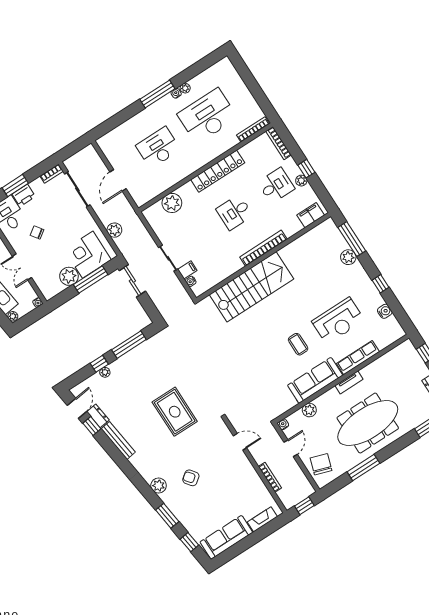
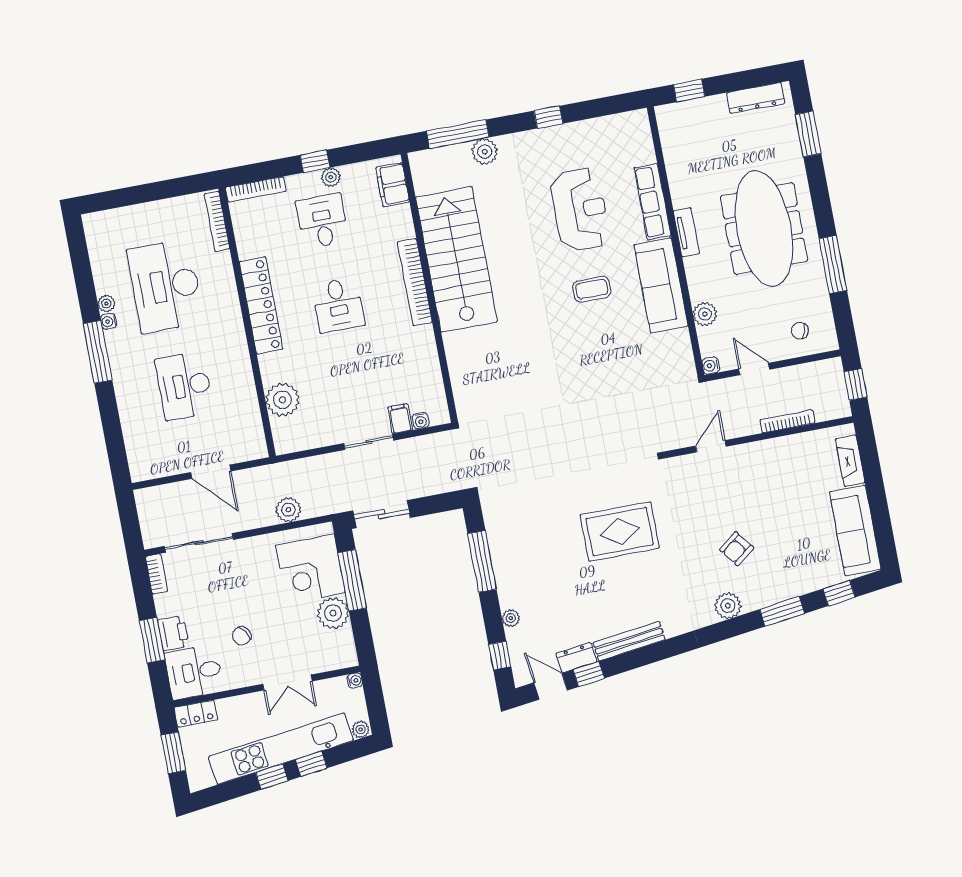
stairs: (252, 287) -> (456, 259), moved
water cooler: (385, 311) -> (595, 128), removed
window: (99, 364) -> (500, 655), moved
chair: (321, 464) -> (800, 331), width x0.54, depth x0.54

